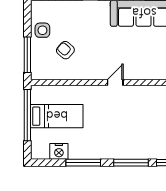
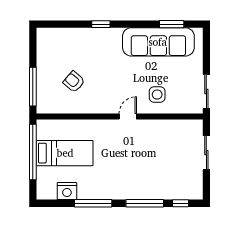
side table: (42, 30) -> (157, 95), moved

